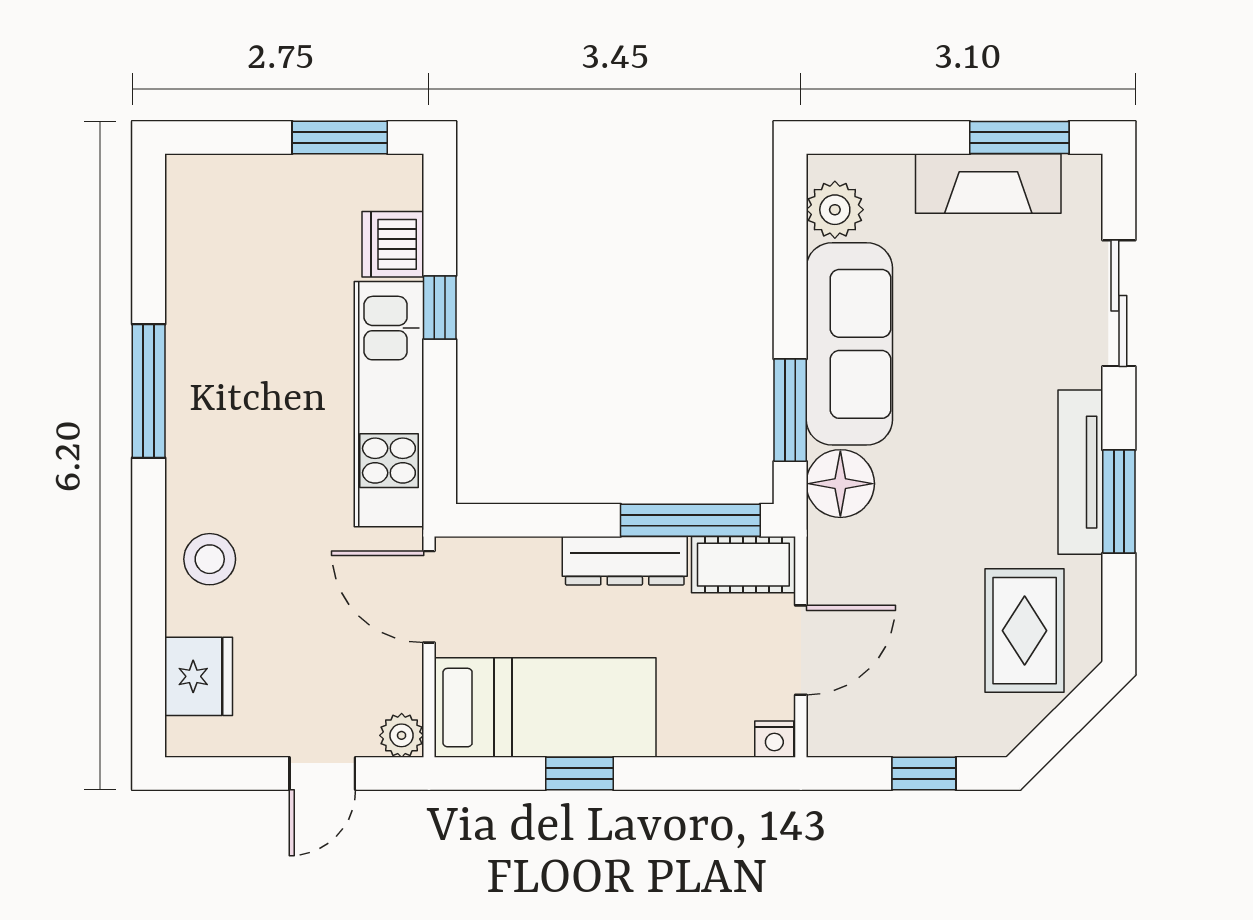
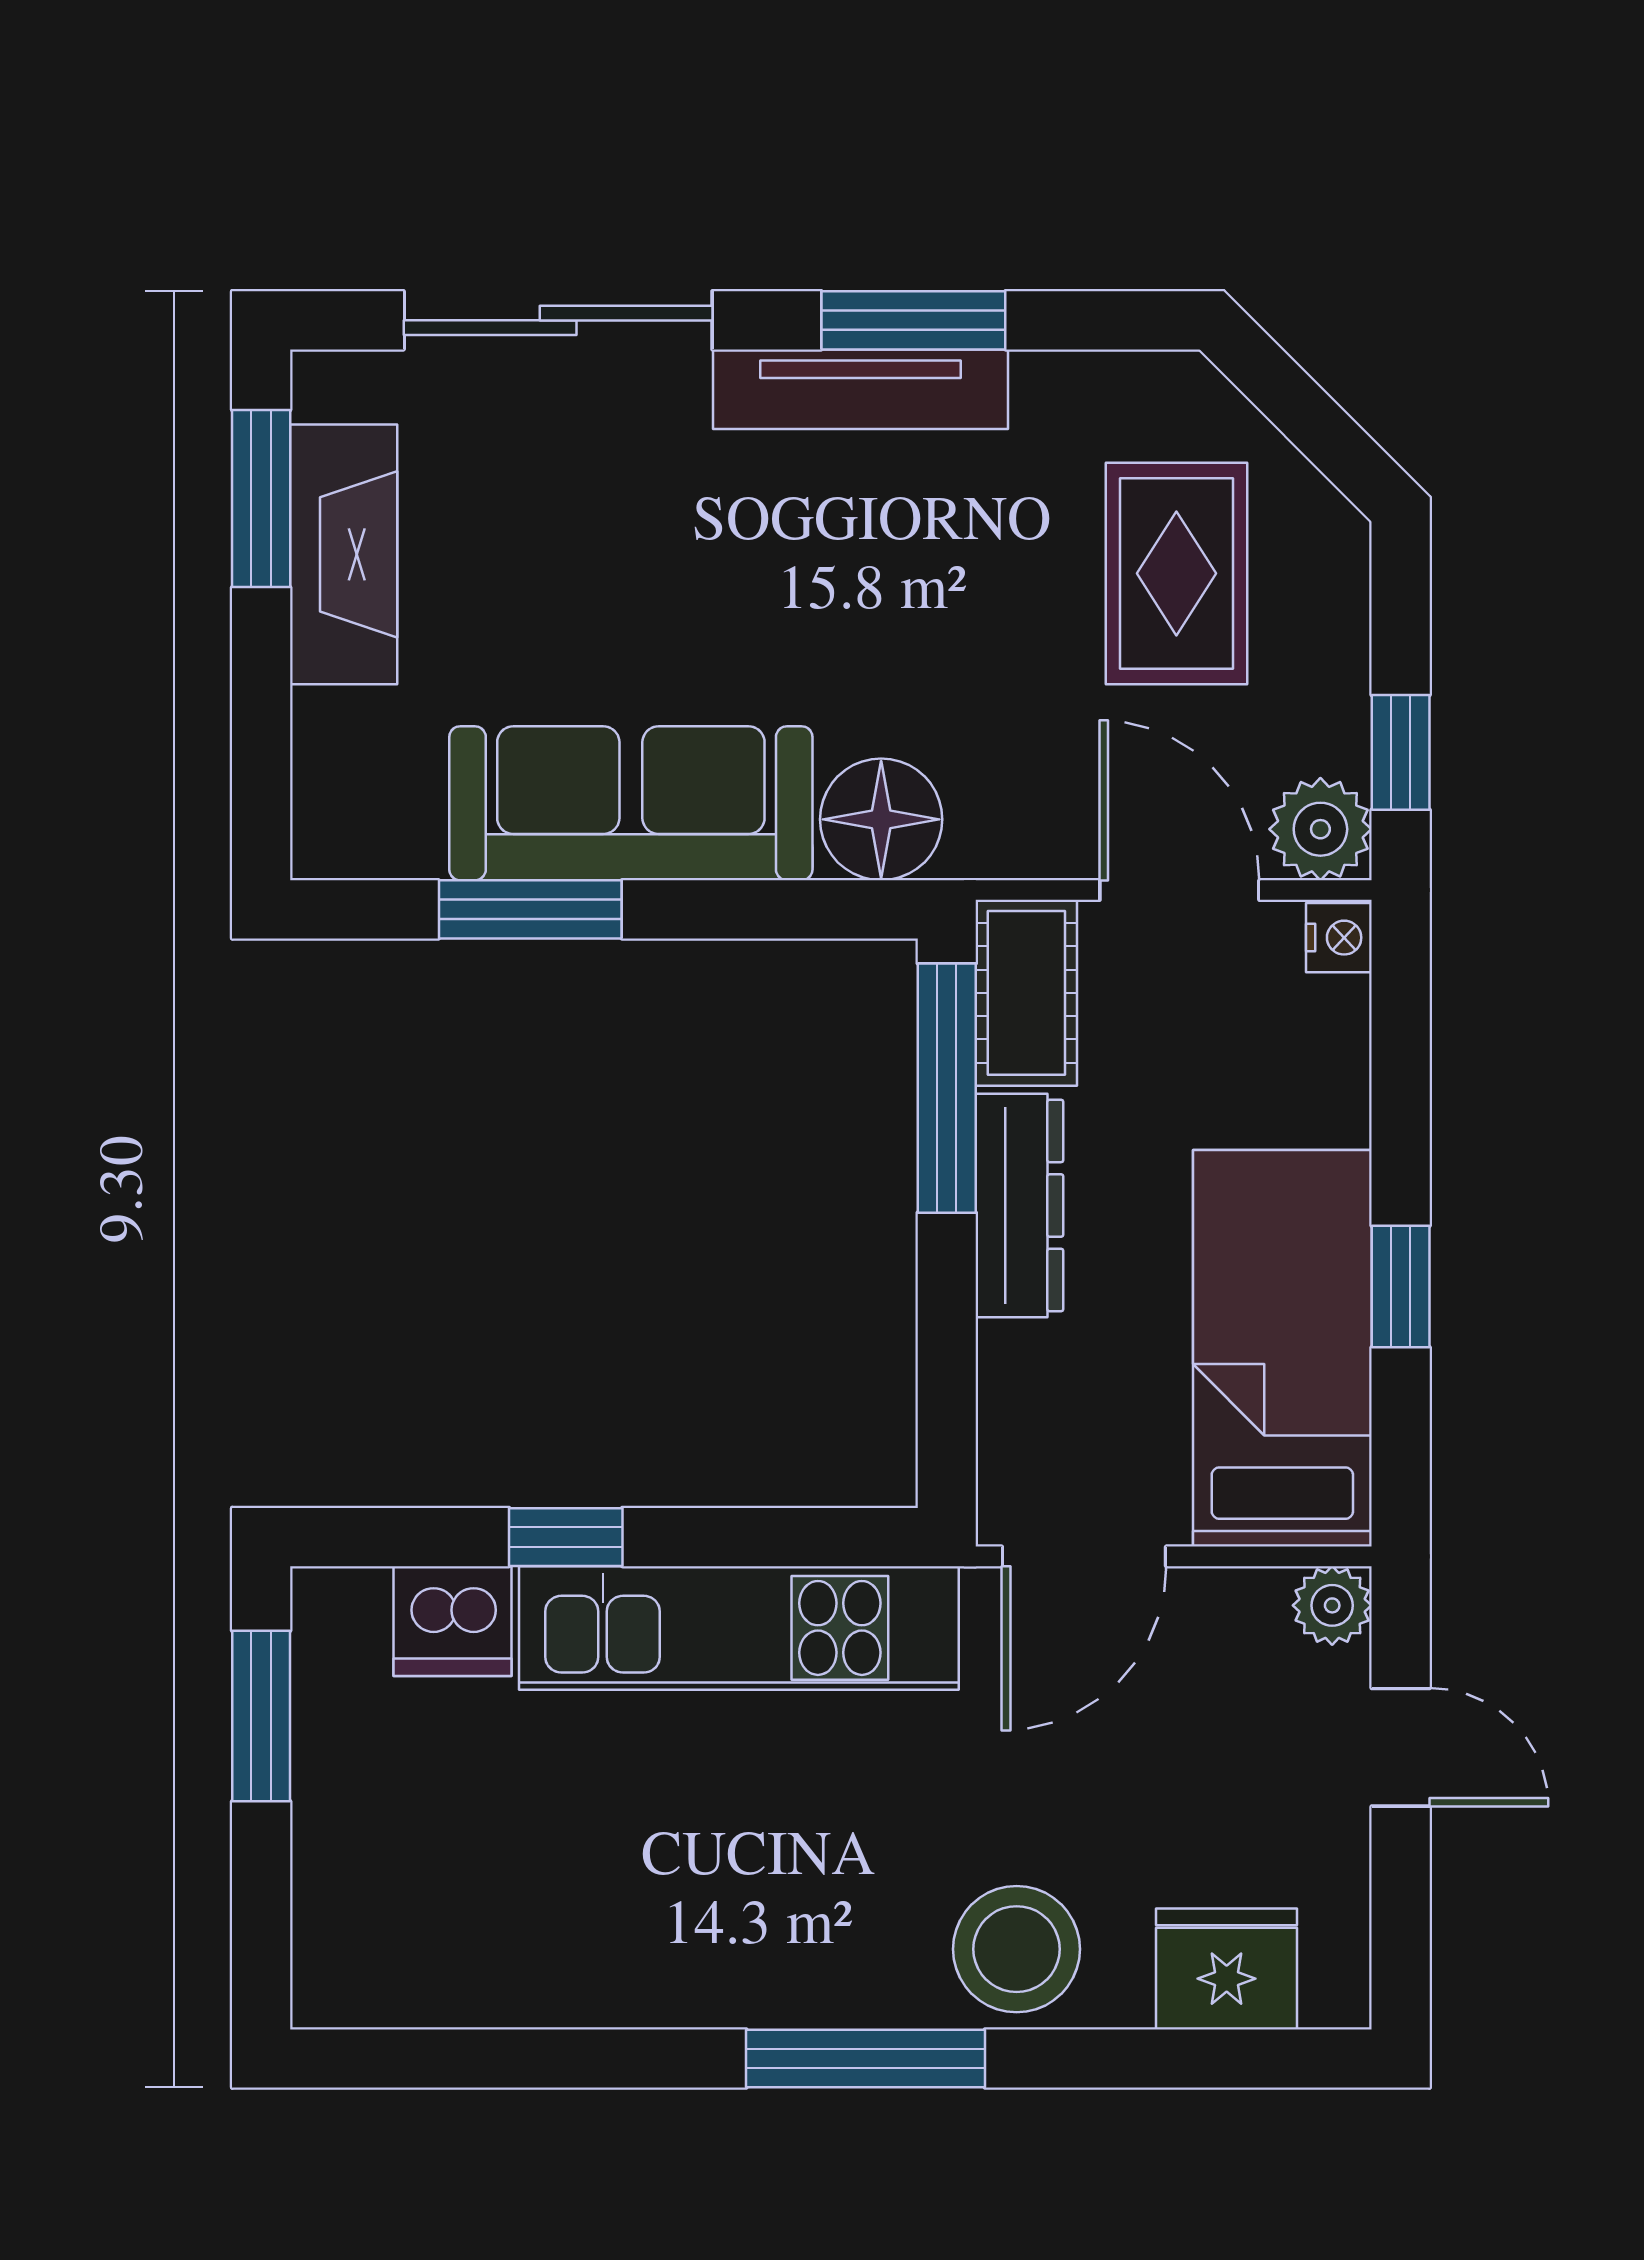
plant: (835, 210) -> (1320, 829), moved
sliding door: (1119, 303) -> (558, 320), width x1.37
window: (149, 391) -> (866, 2059), moved
window: (790, 410) -> (530, 909), moved
stool: (210, 559) -> (1017, 1949), width x1.38, depth x1.38
rug: (1025, 631) -> (1176, 573), moved, turned 90
window: (924, 774) -> (1401, 752), moved

